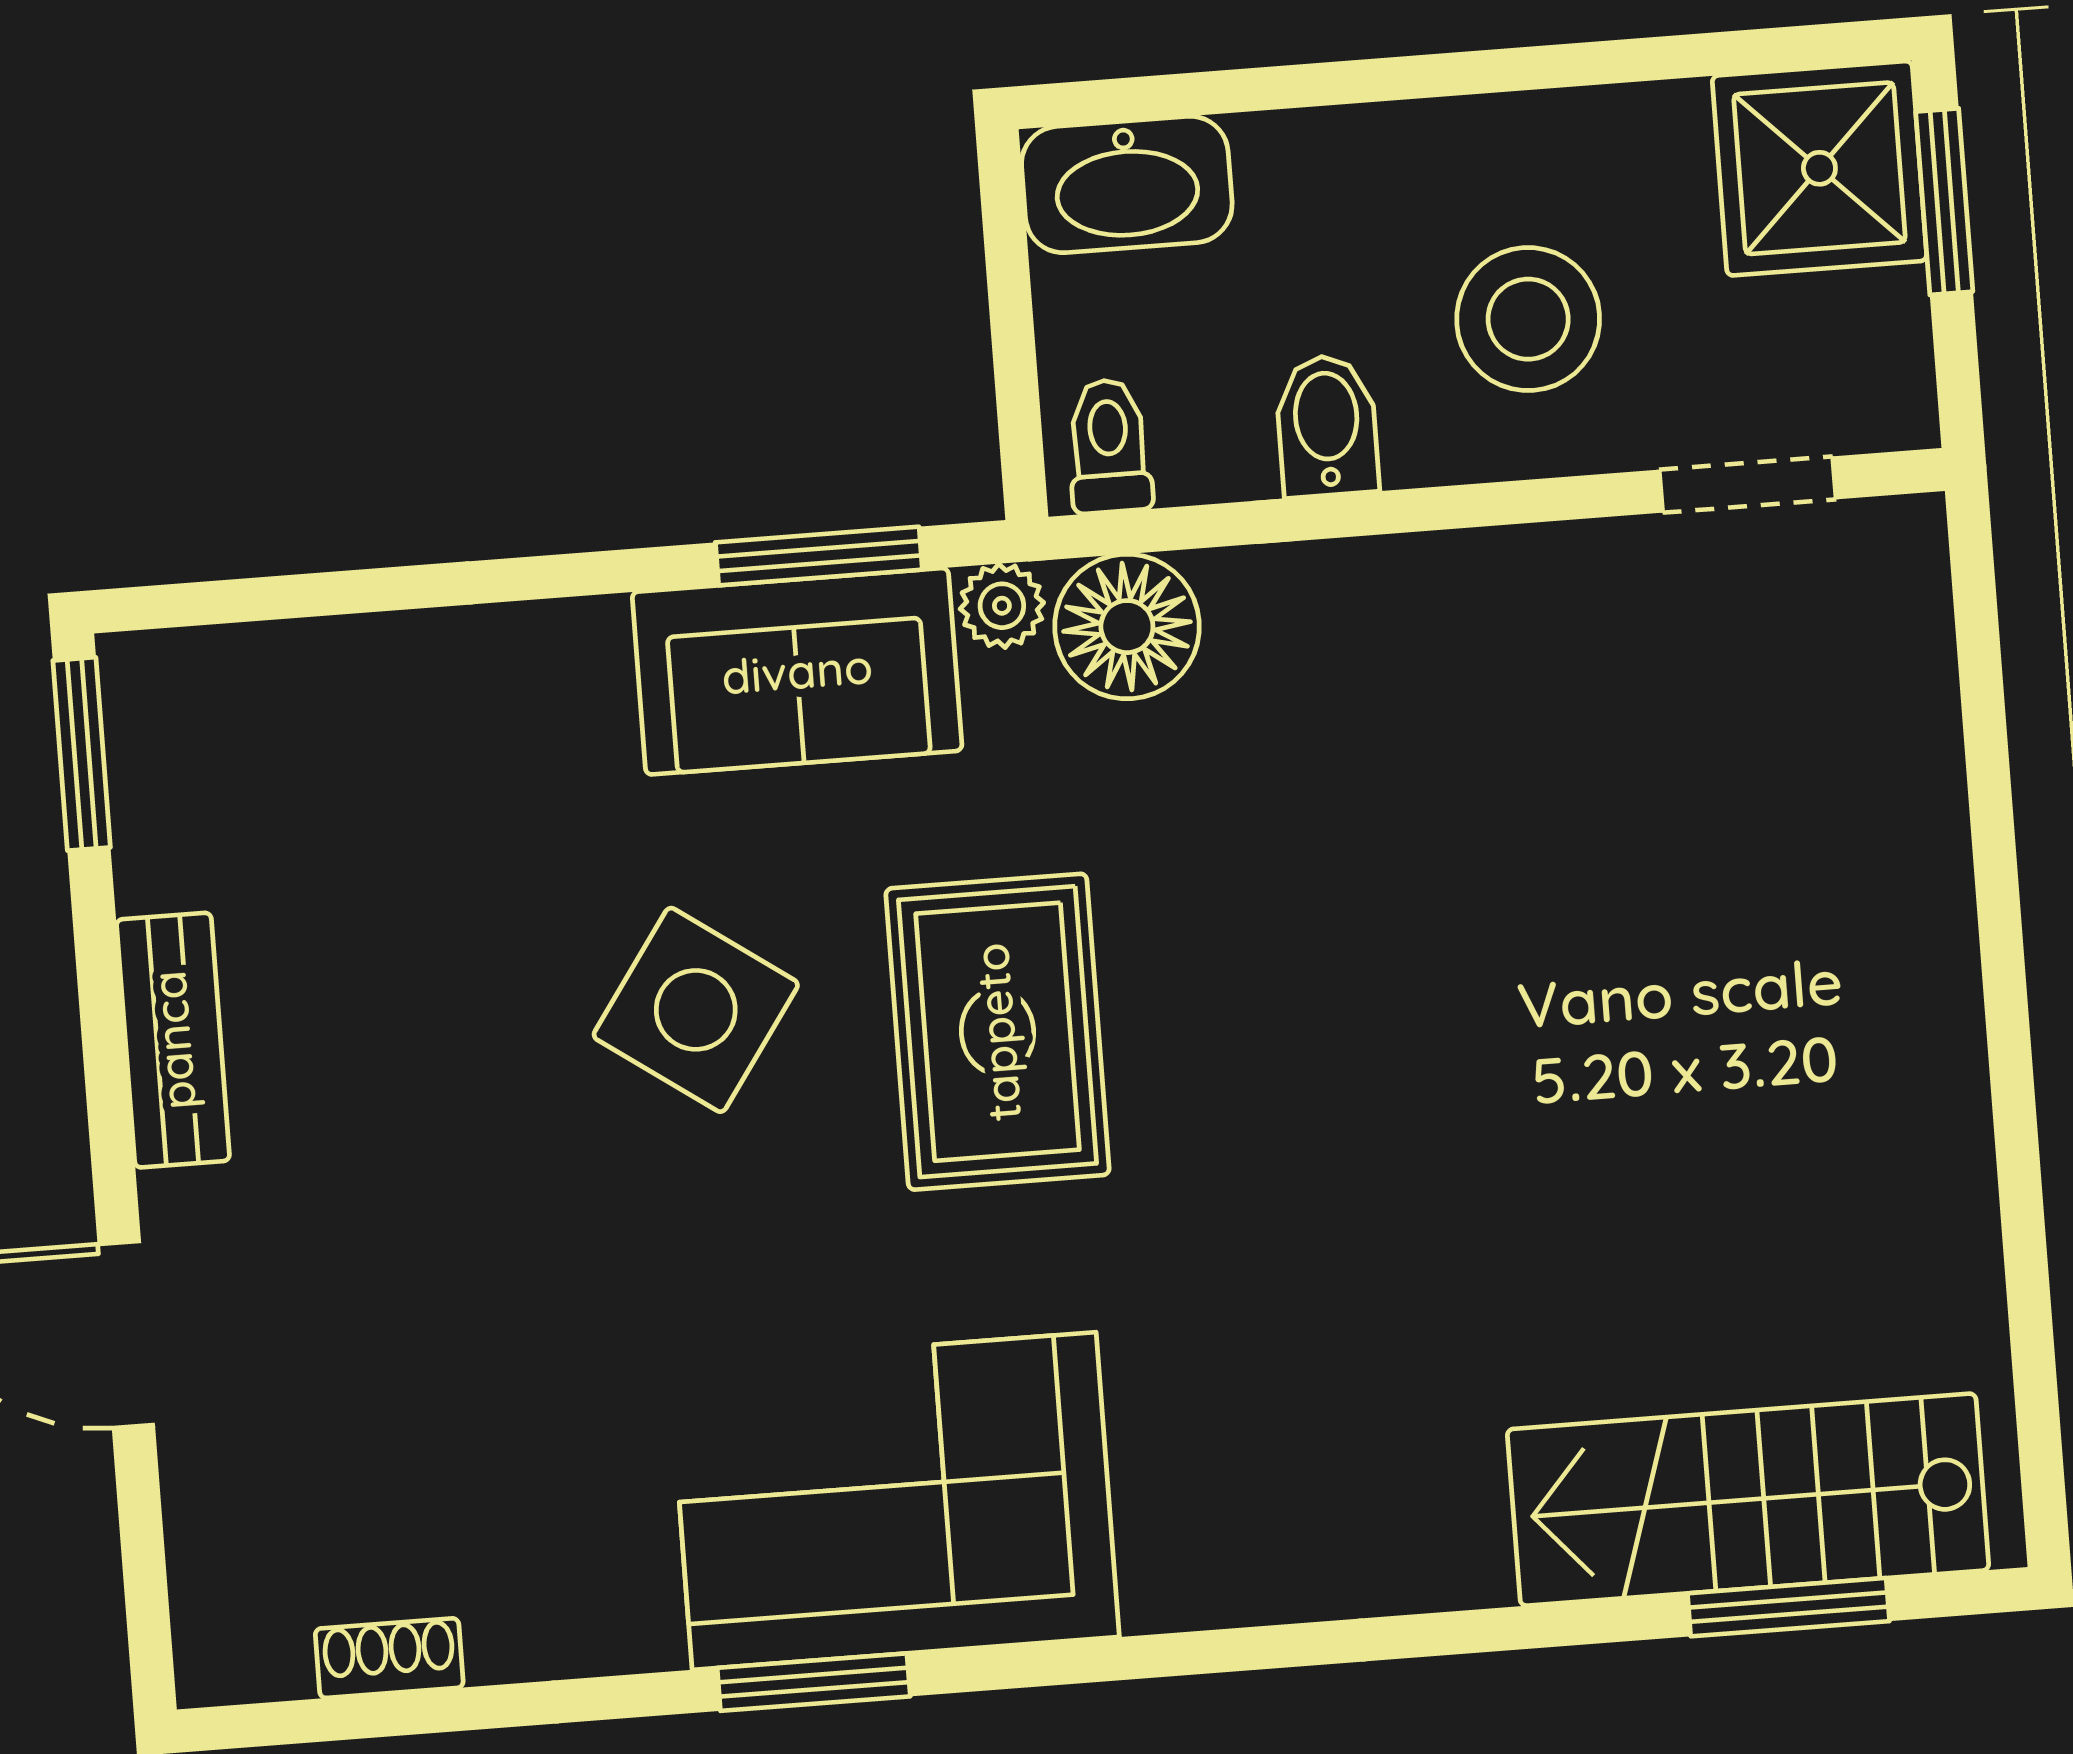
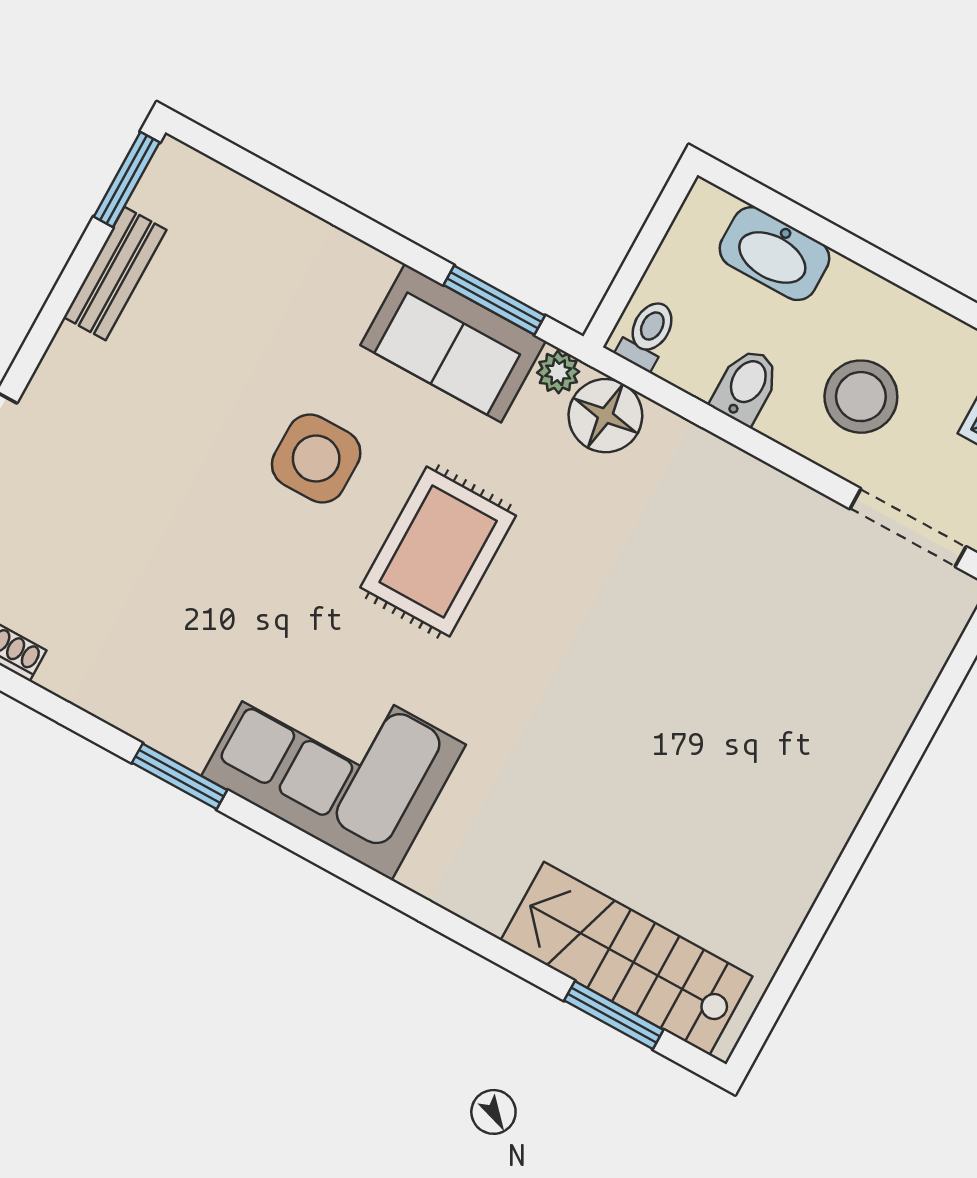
washbasin: (1127, 184) -> (774, 254), moved
doorway: (1748, 485) -> (908, 528), width x1.38
side table: (696, 1010) -> (316, 459), turned -35
bench: (173, 1040) -> (115, 274), moved
corner sofa: (894, 1501) -> (334, 760), moved

